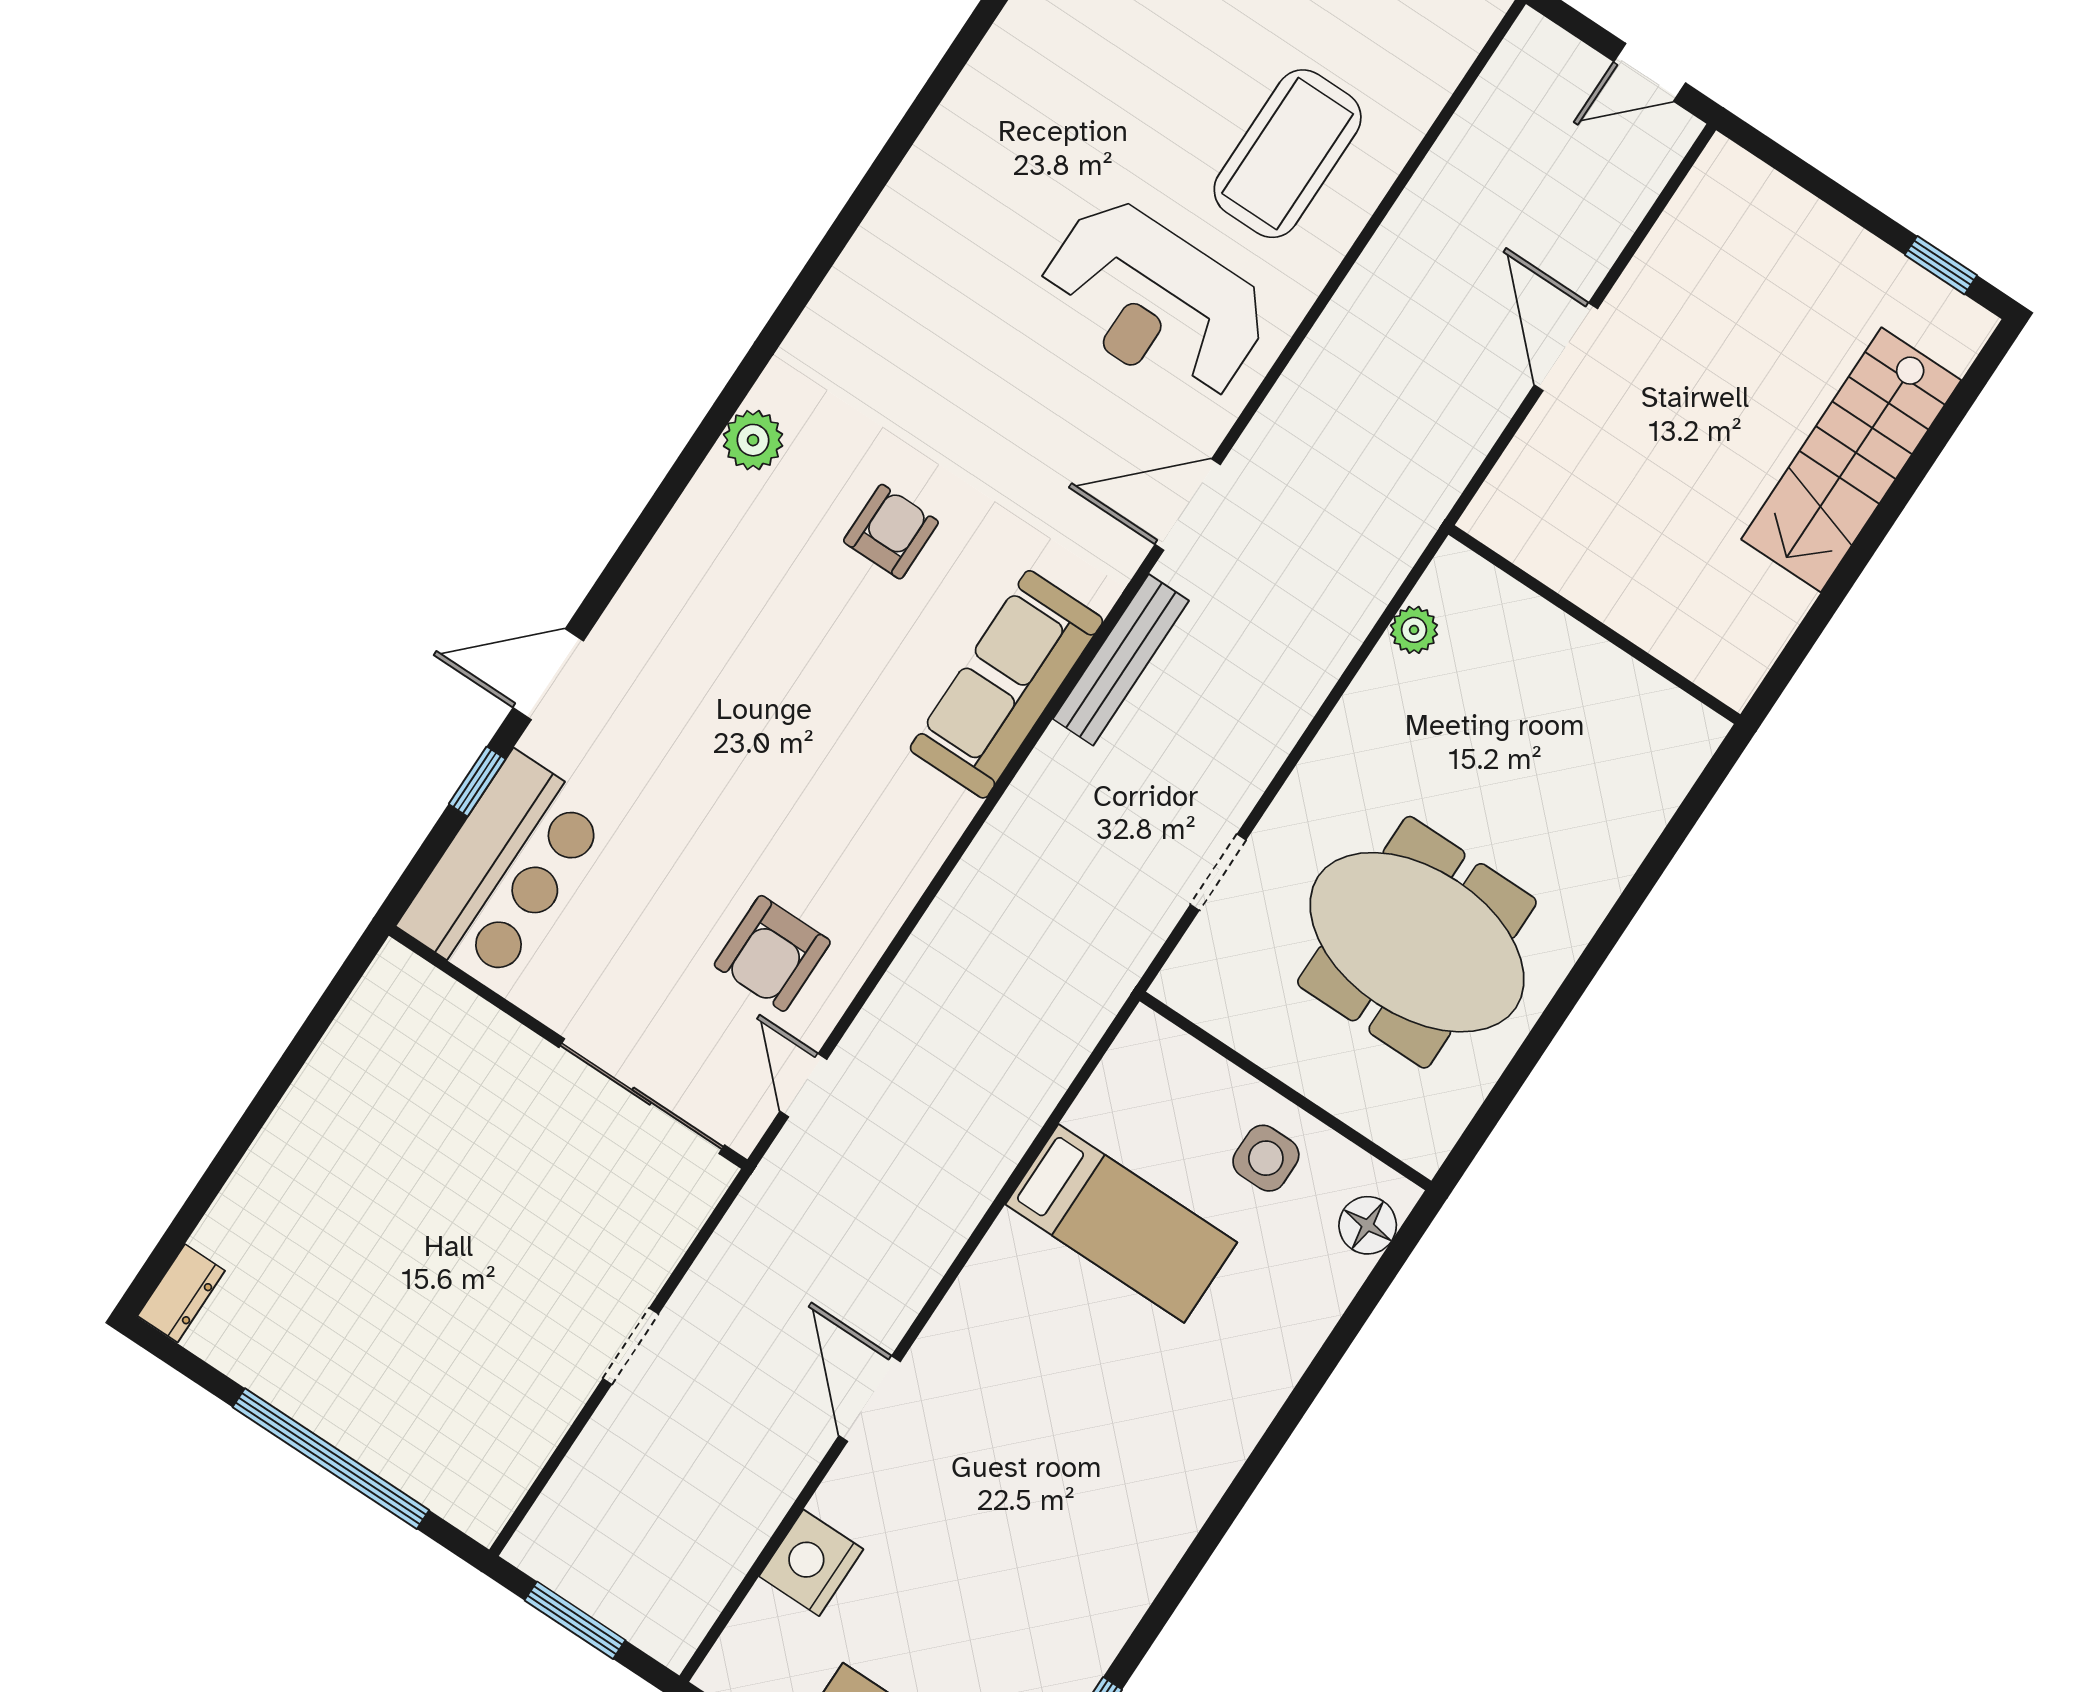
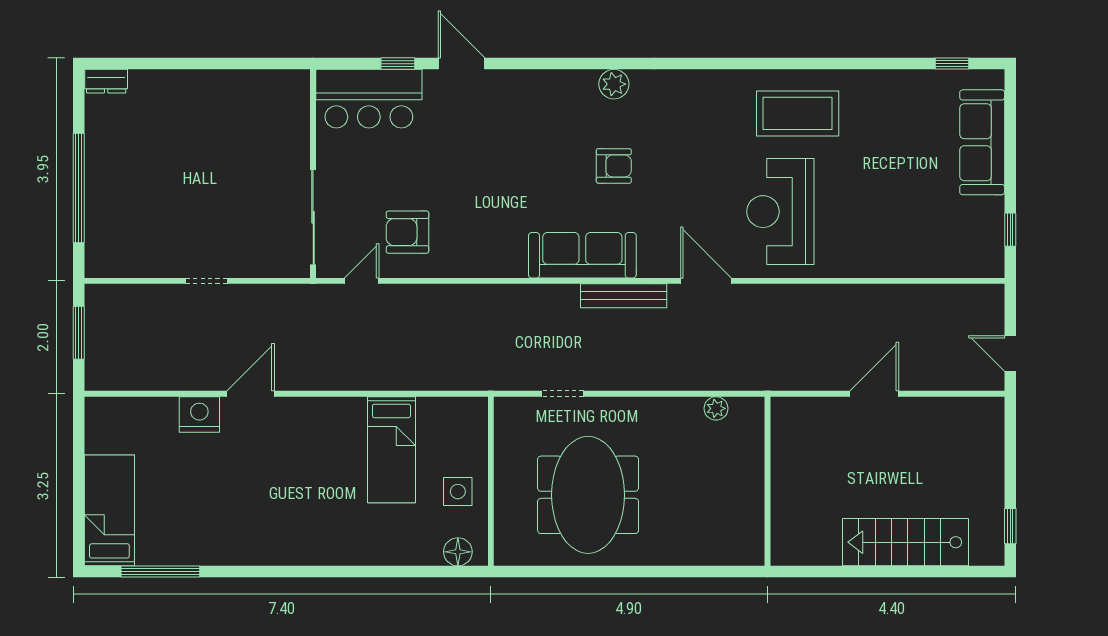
coffee table: (1288, 154) -> (798, 113), moved
nightstand: (811, 1563) -> (199, 414), moved

